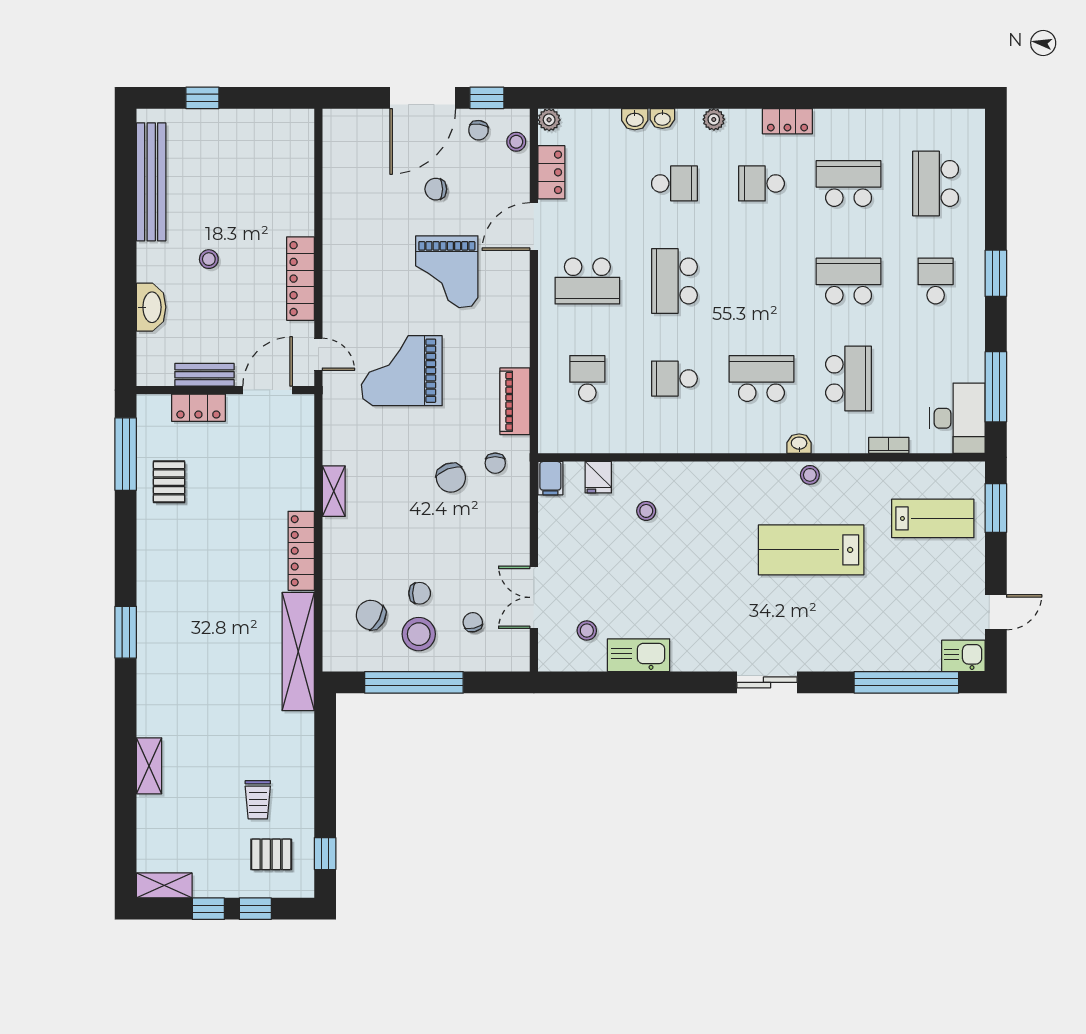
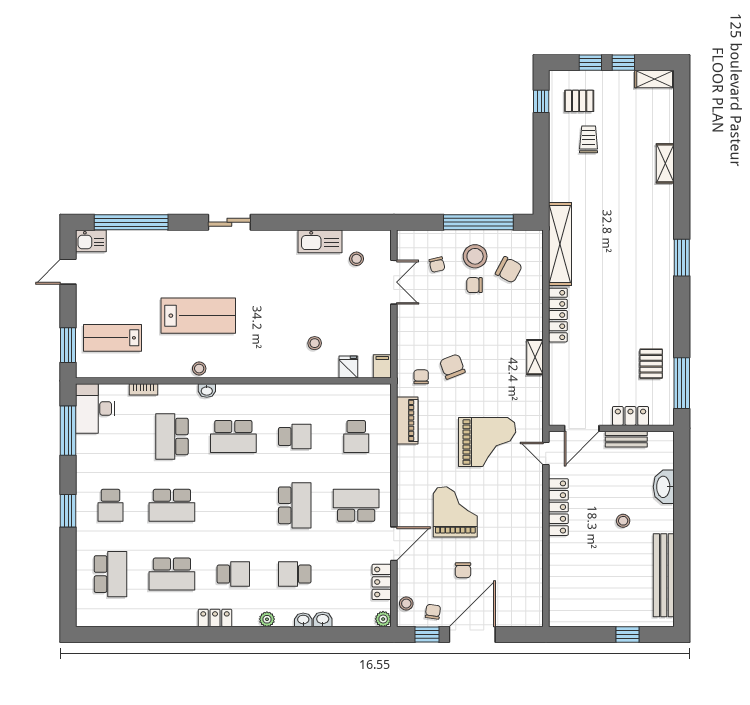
chair: (436, 189) -> (463, 570), turned 90

